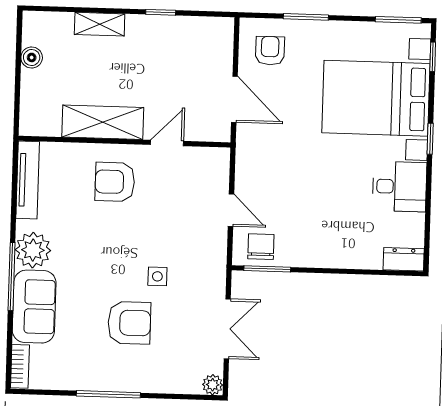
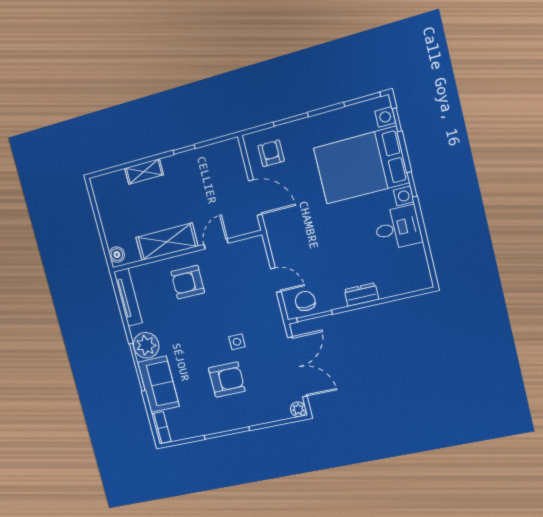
boiler: (32, 57) -> (117, 255), moved
dresser: (404, 259) -> (361, 295), moved
double door: (227, 329) -> (297, 367), width x1.37

